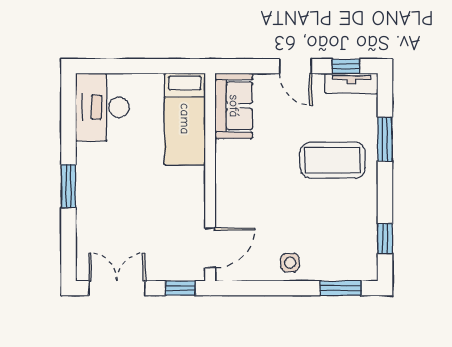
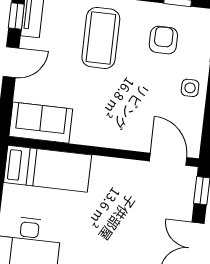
armchair: (338, 228) -> (163, 40), added

